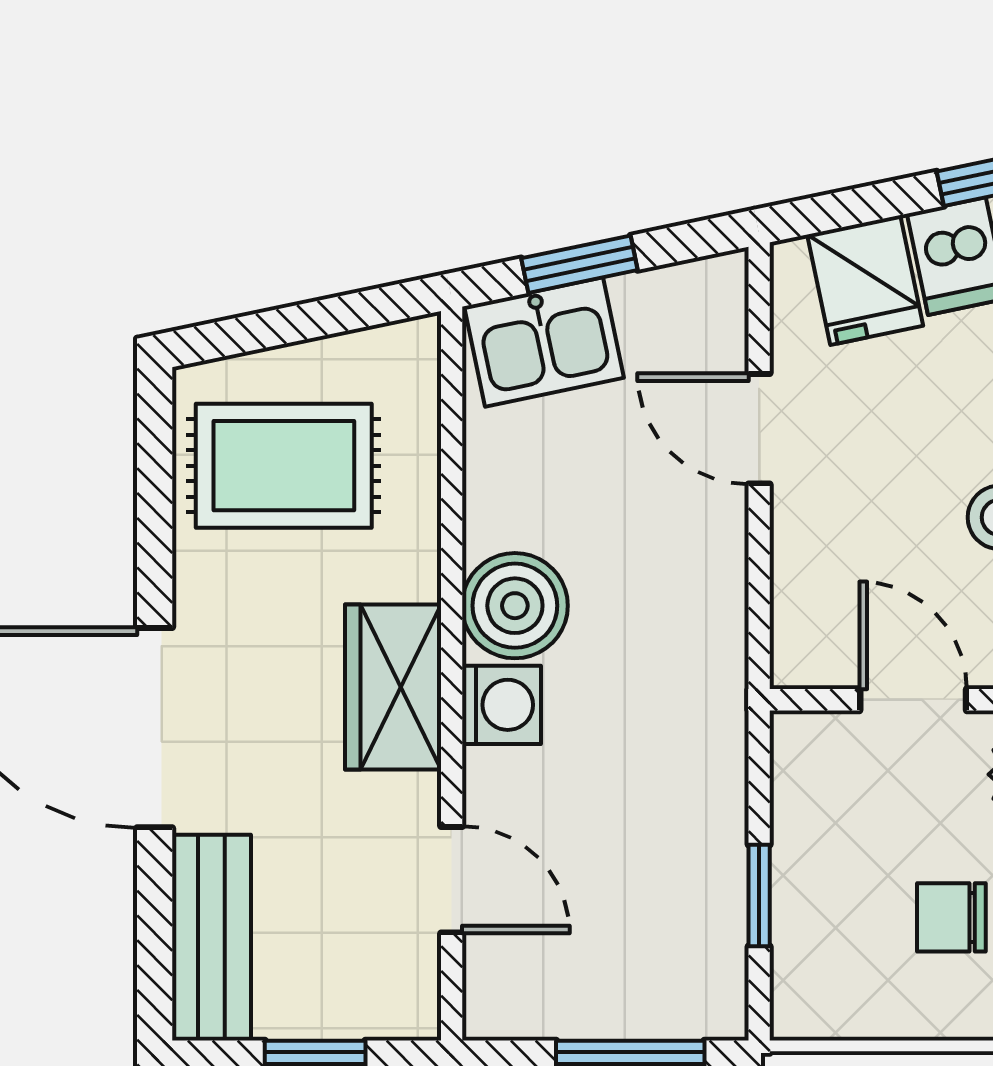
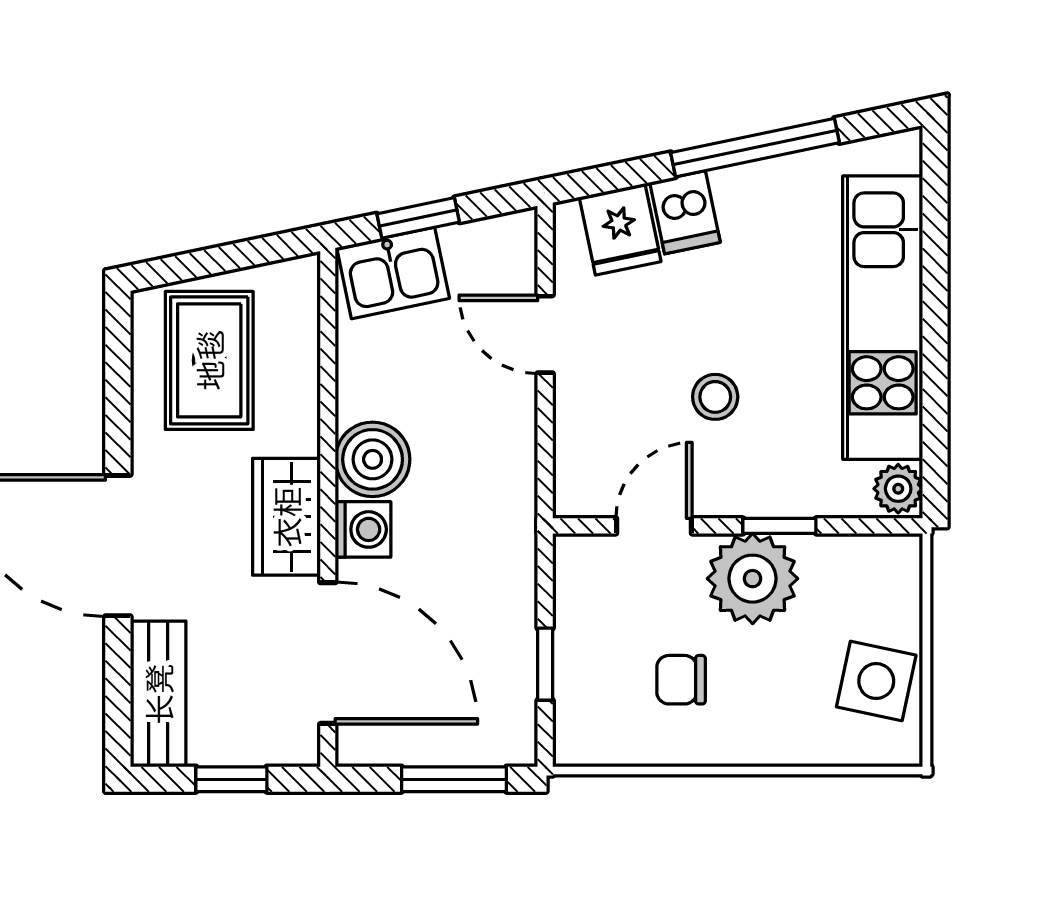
rug: (284, 466) -> (209, 360), turned 90
door: (913, 700) -> (654, 526), hinge flipped
door: (452, 880) -> (328, 653), width x1.87

